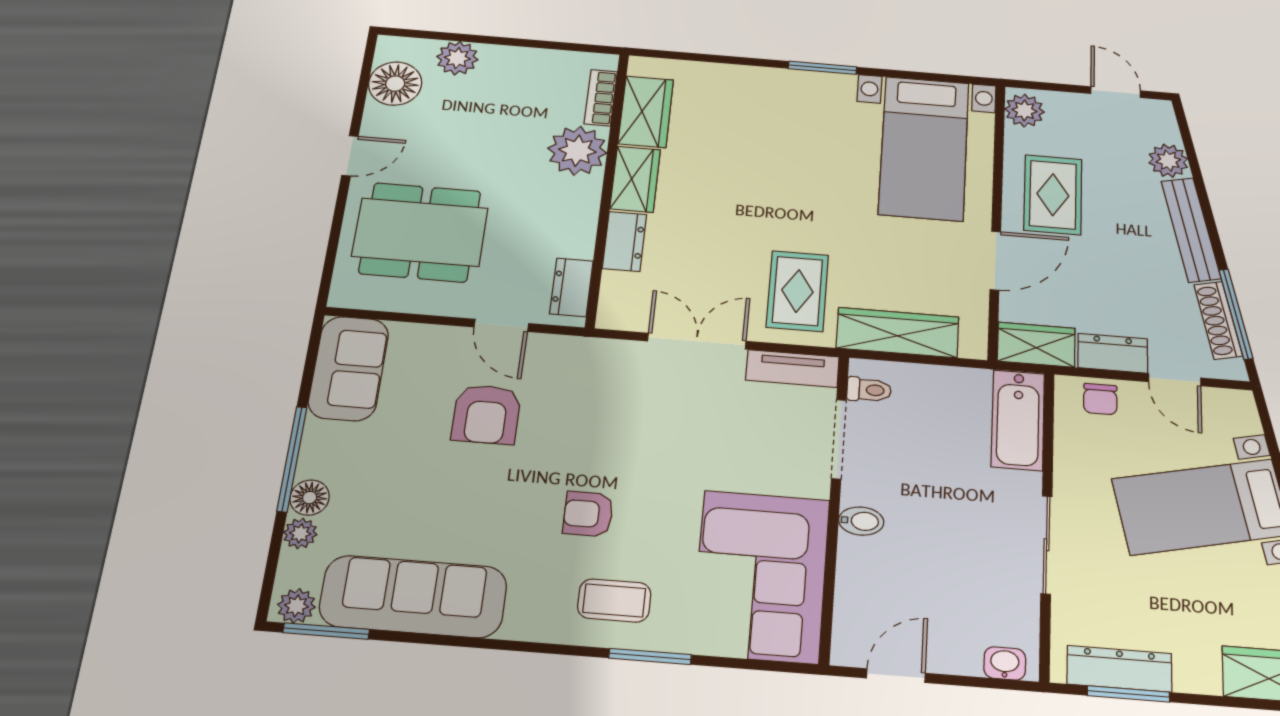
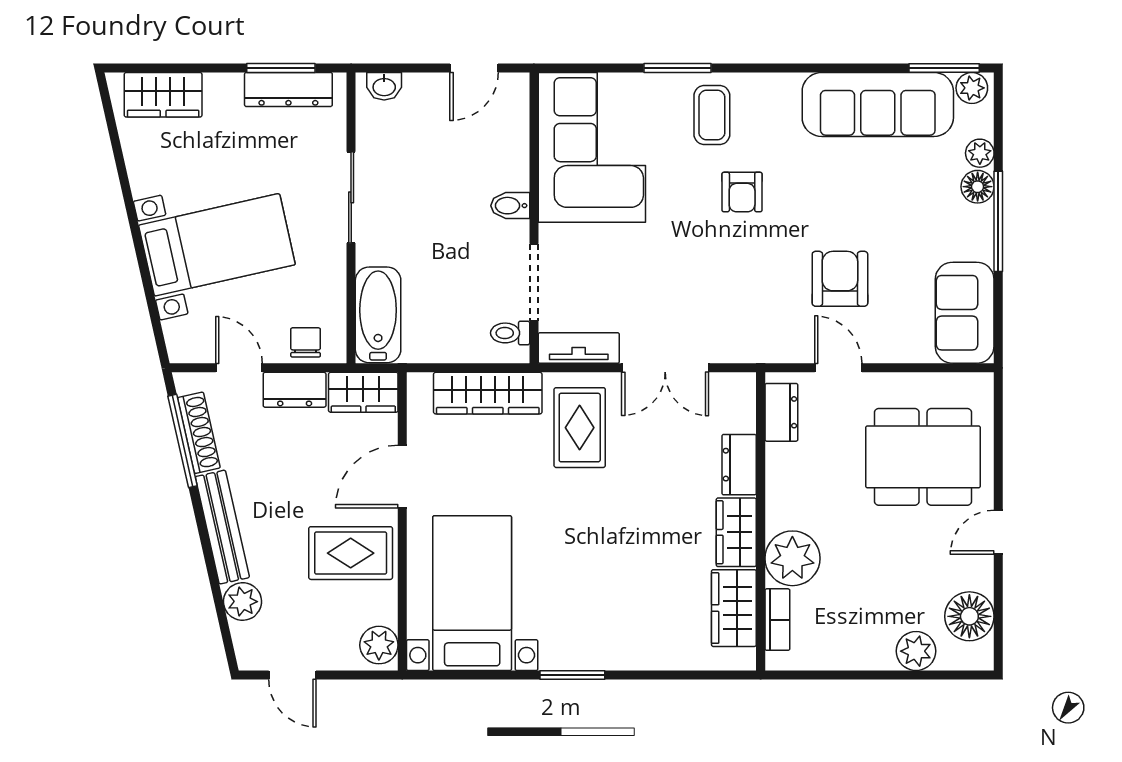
rug: (1053, 195) -> (351, 553), turned 90
armchair: (588, 514) -> (742, 192), turned 90
coffee table: (614, 600) -> (712, 115), turned 90

